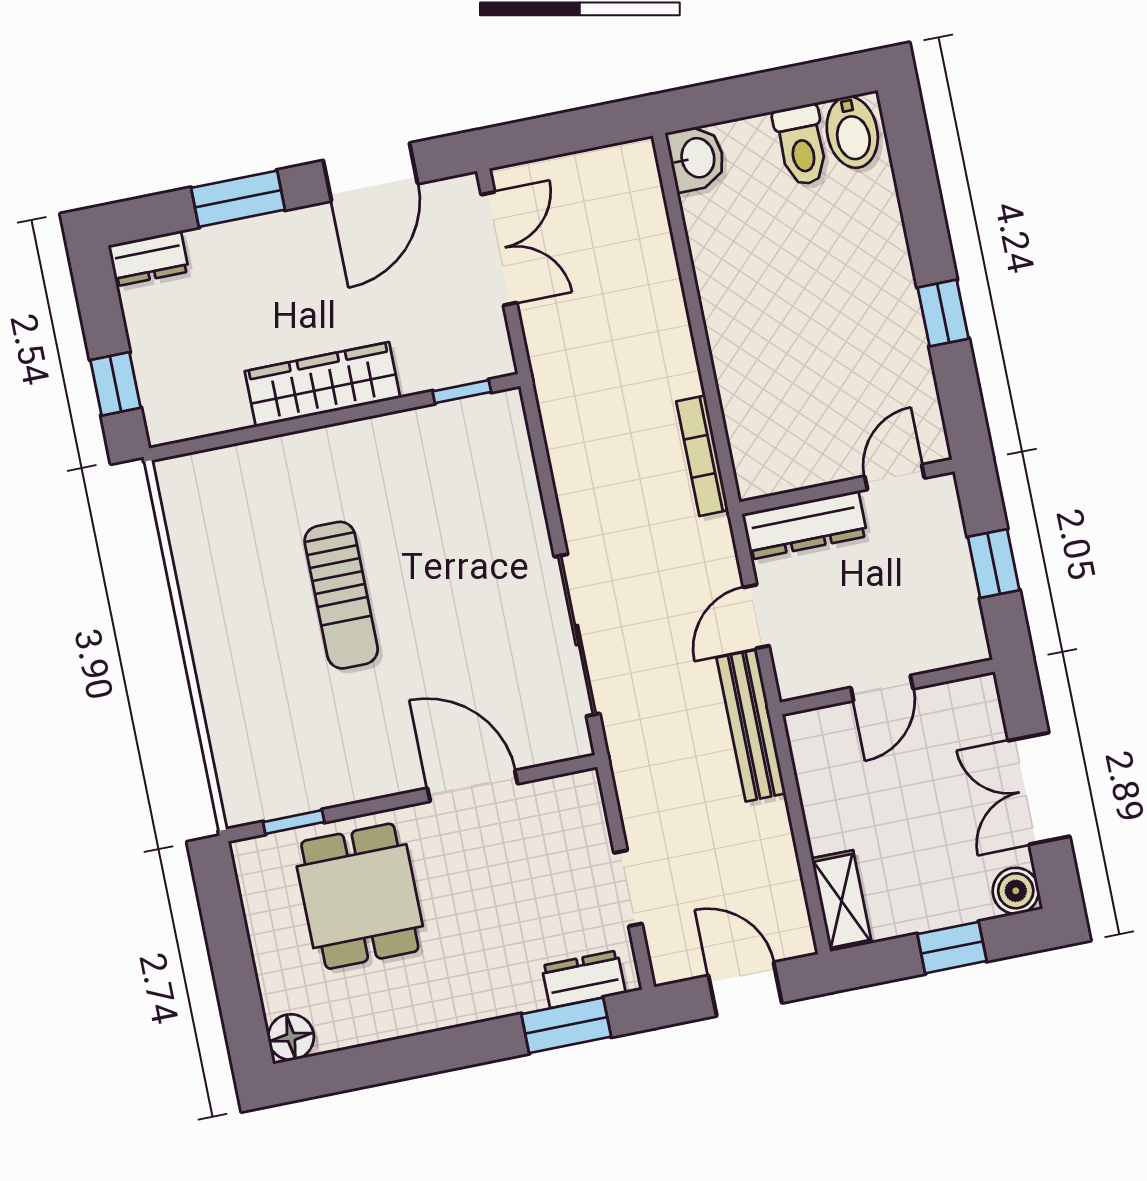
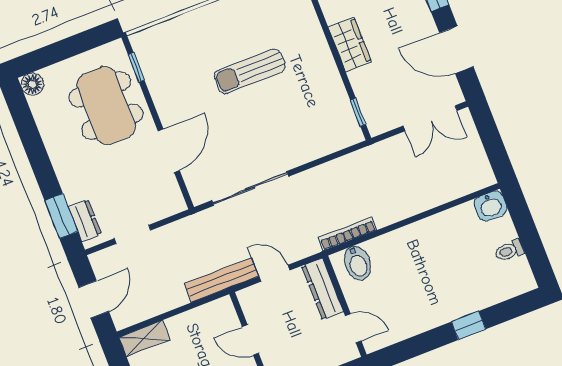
bidet: (852, 132) -> (358, 263), moved, turned -90
toilet: (801, 145) -> (509, 251), width x0.73, depth x0.72
window: (943, 313) -> (469, 325), moved
wardrobe: (322, 384) -> (350, 45), width x0.67
dining table: (360, 896) -> (106, 106), width x1.38

